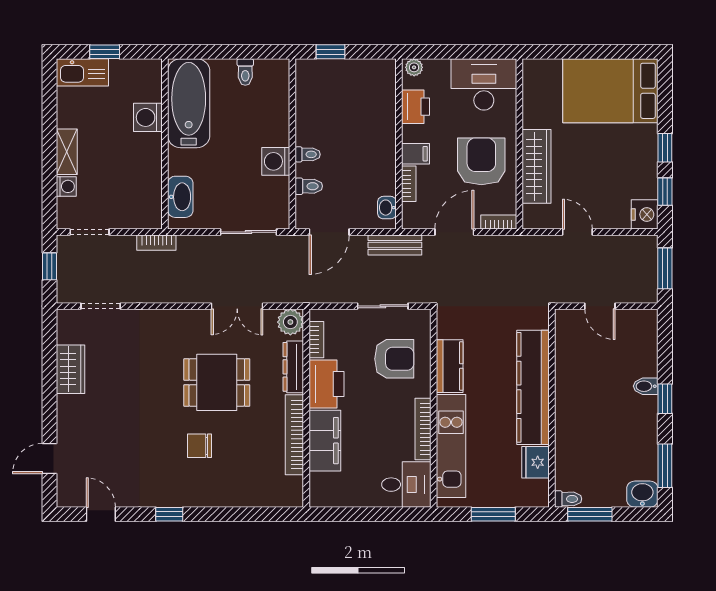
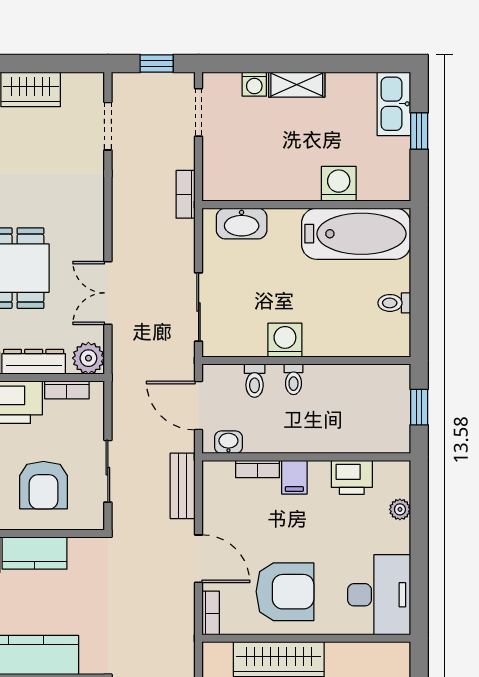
printer: (416, 107) -> (352, 477), moved
wall: (399, 144) -> (306, 457), moved
filing cabinet: (416, 154) -> (294, 477), moved
bookcase: (409, 184) -> (258, 469), moved
washbasin: (387, 208) -> (228, 442), moved

